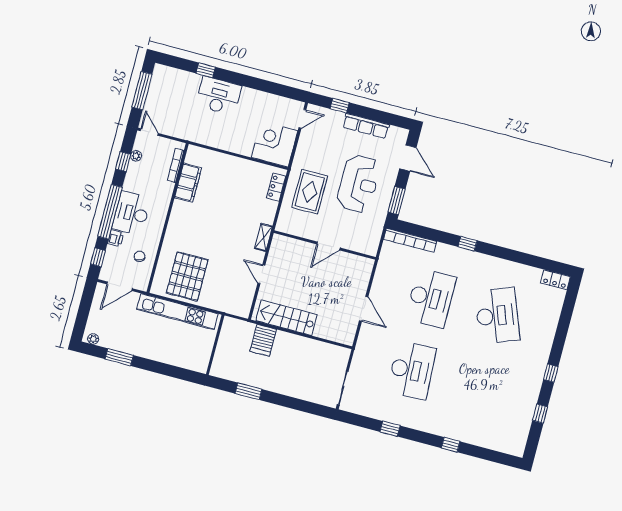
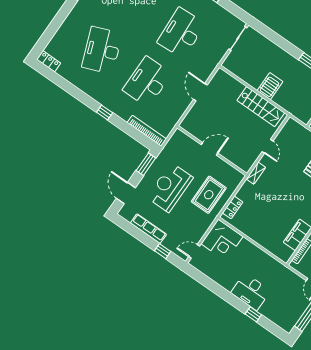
server rack: (263, 340) -> (270, 86), moved

